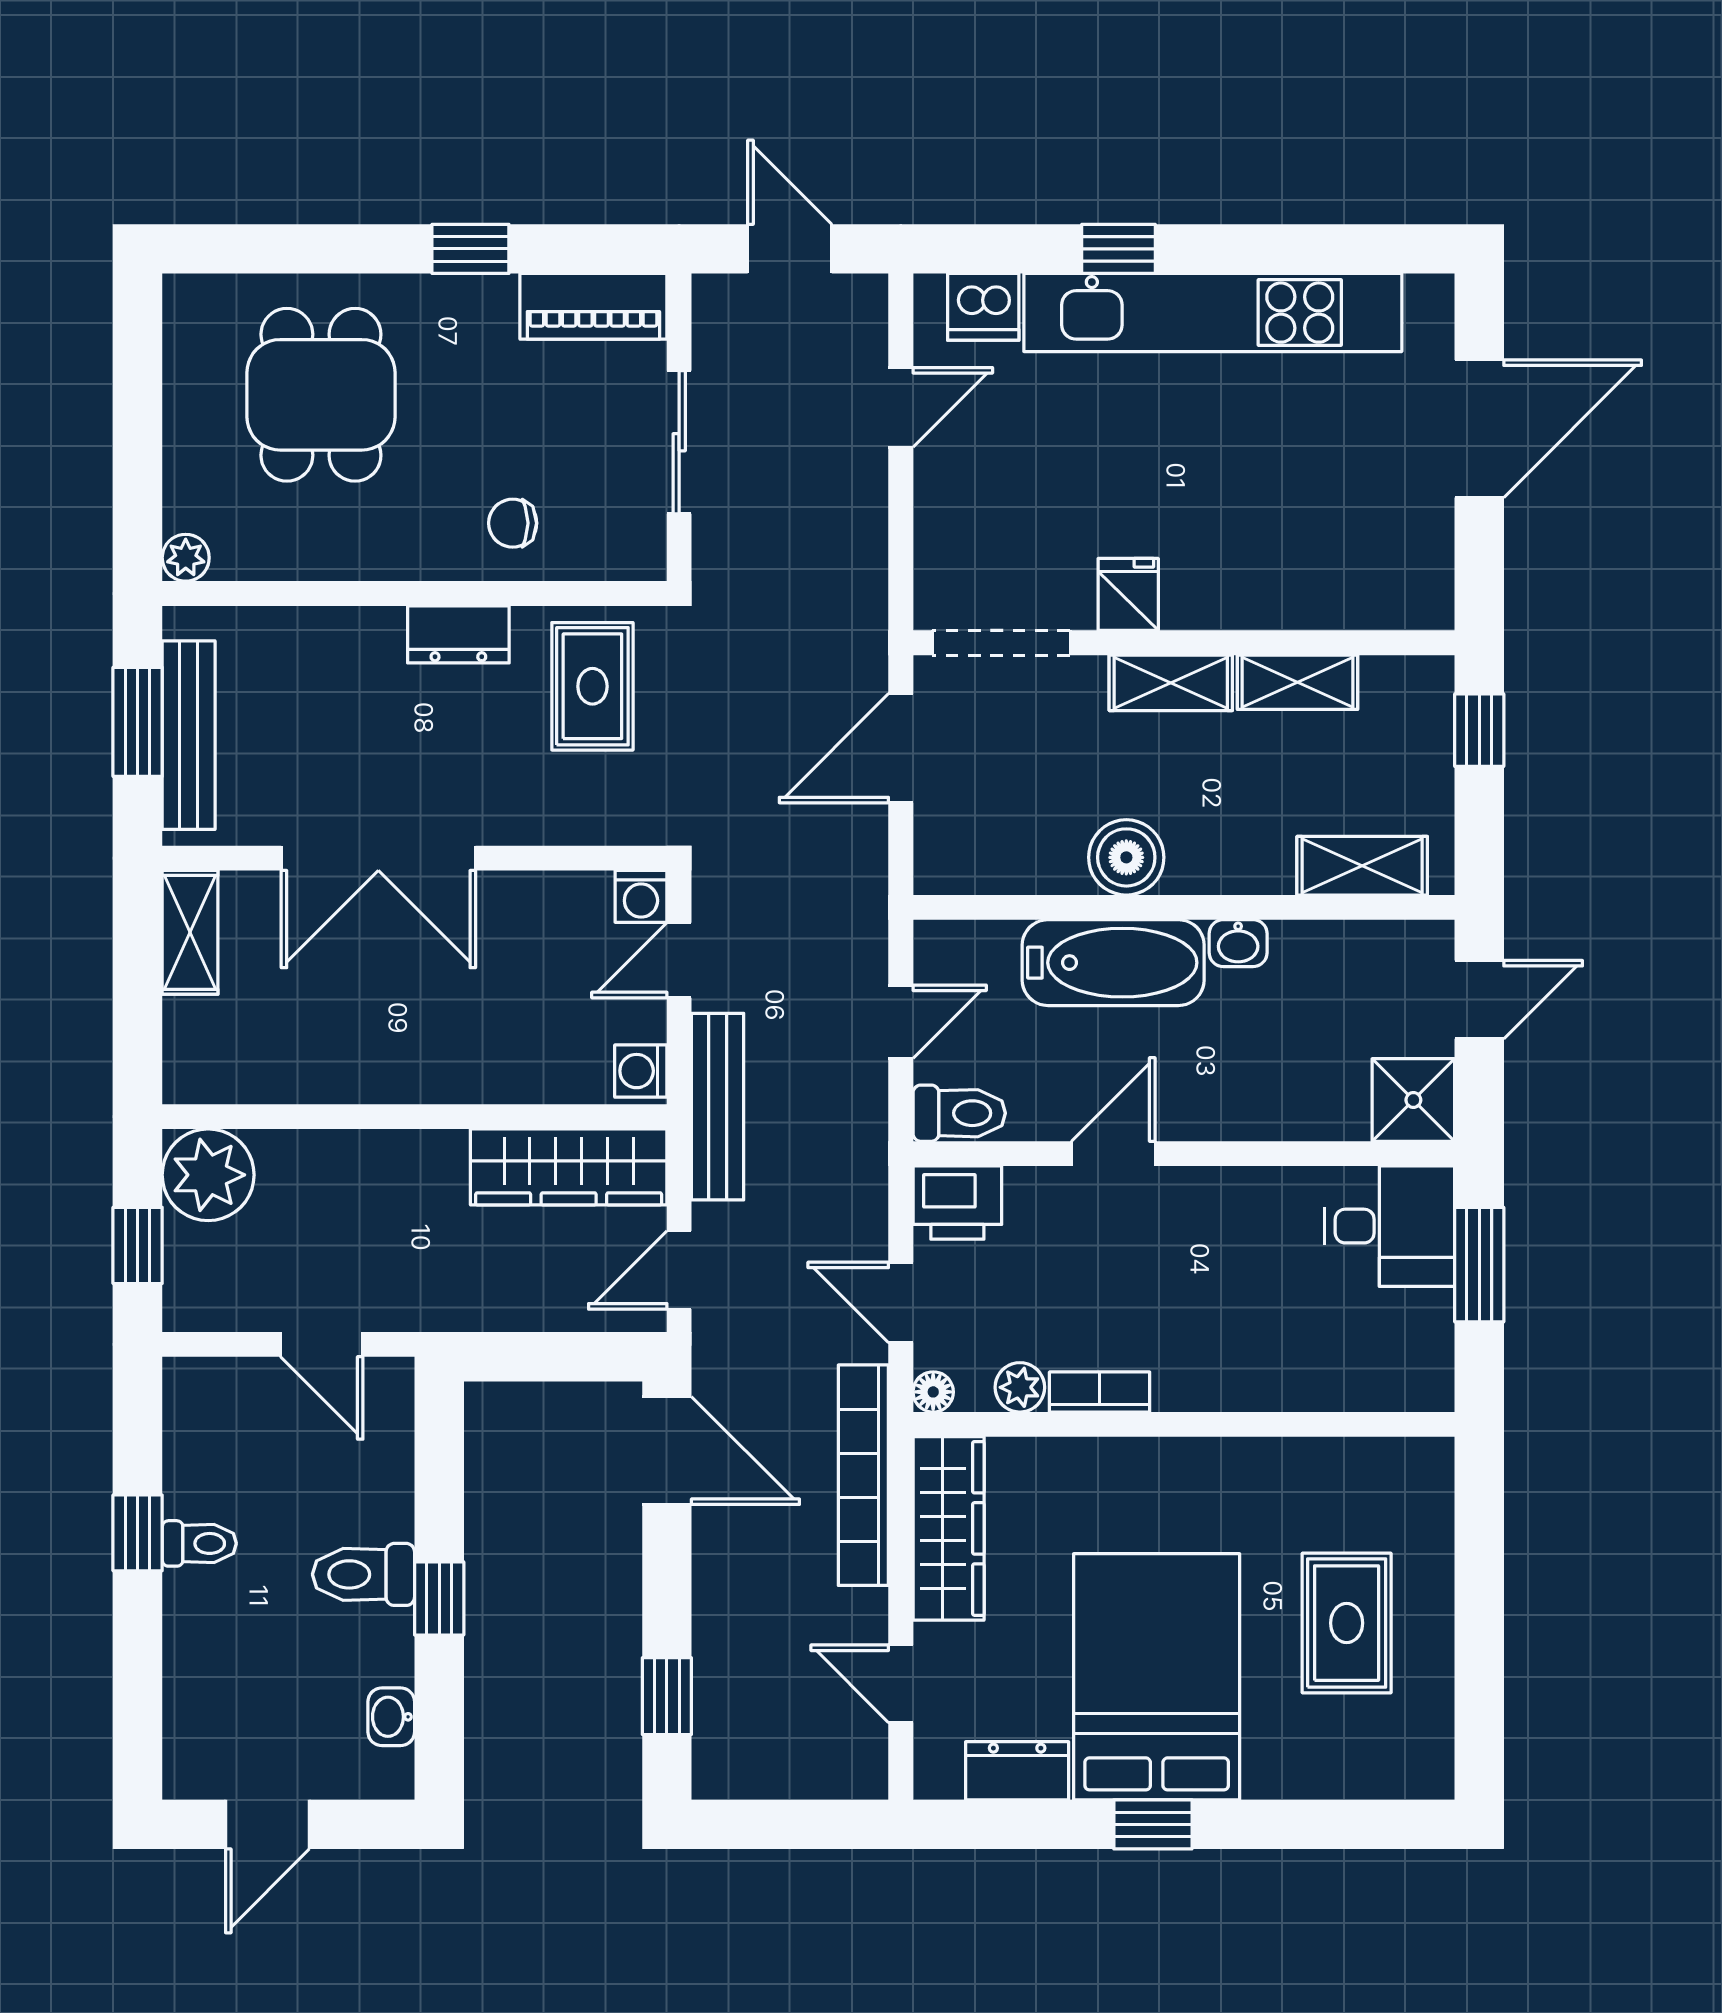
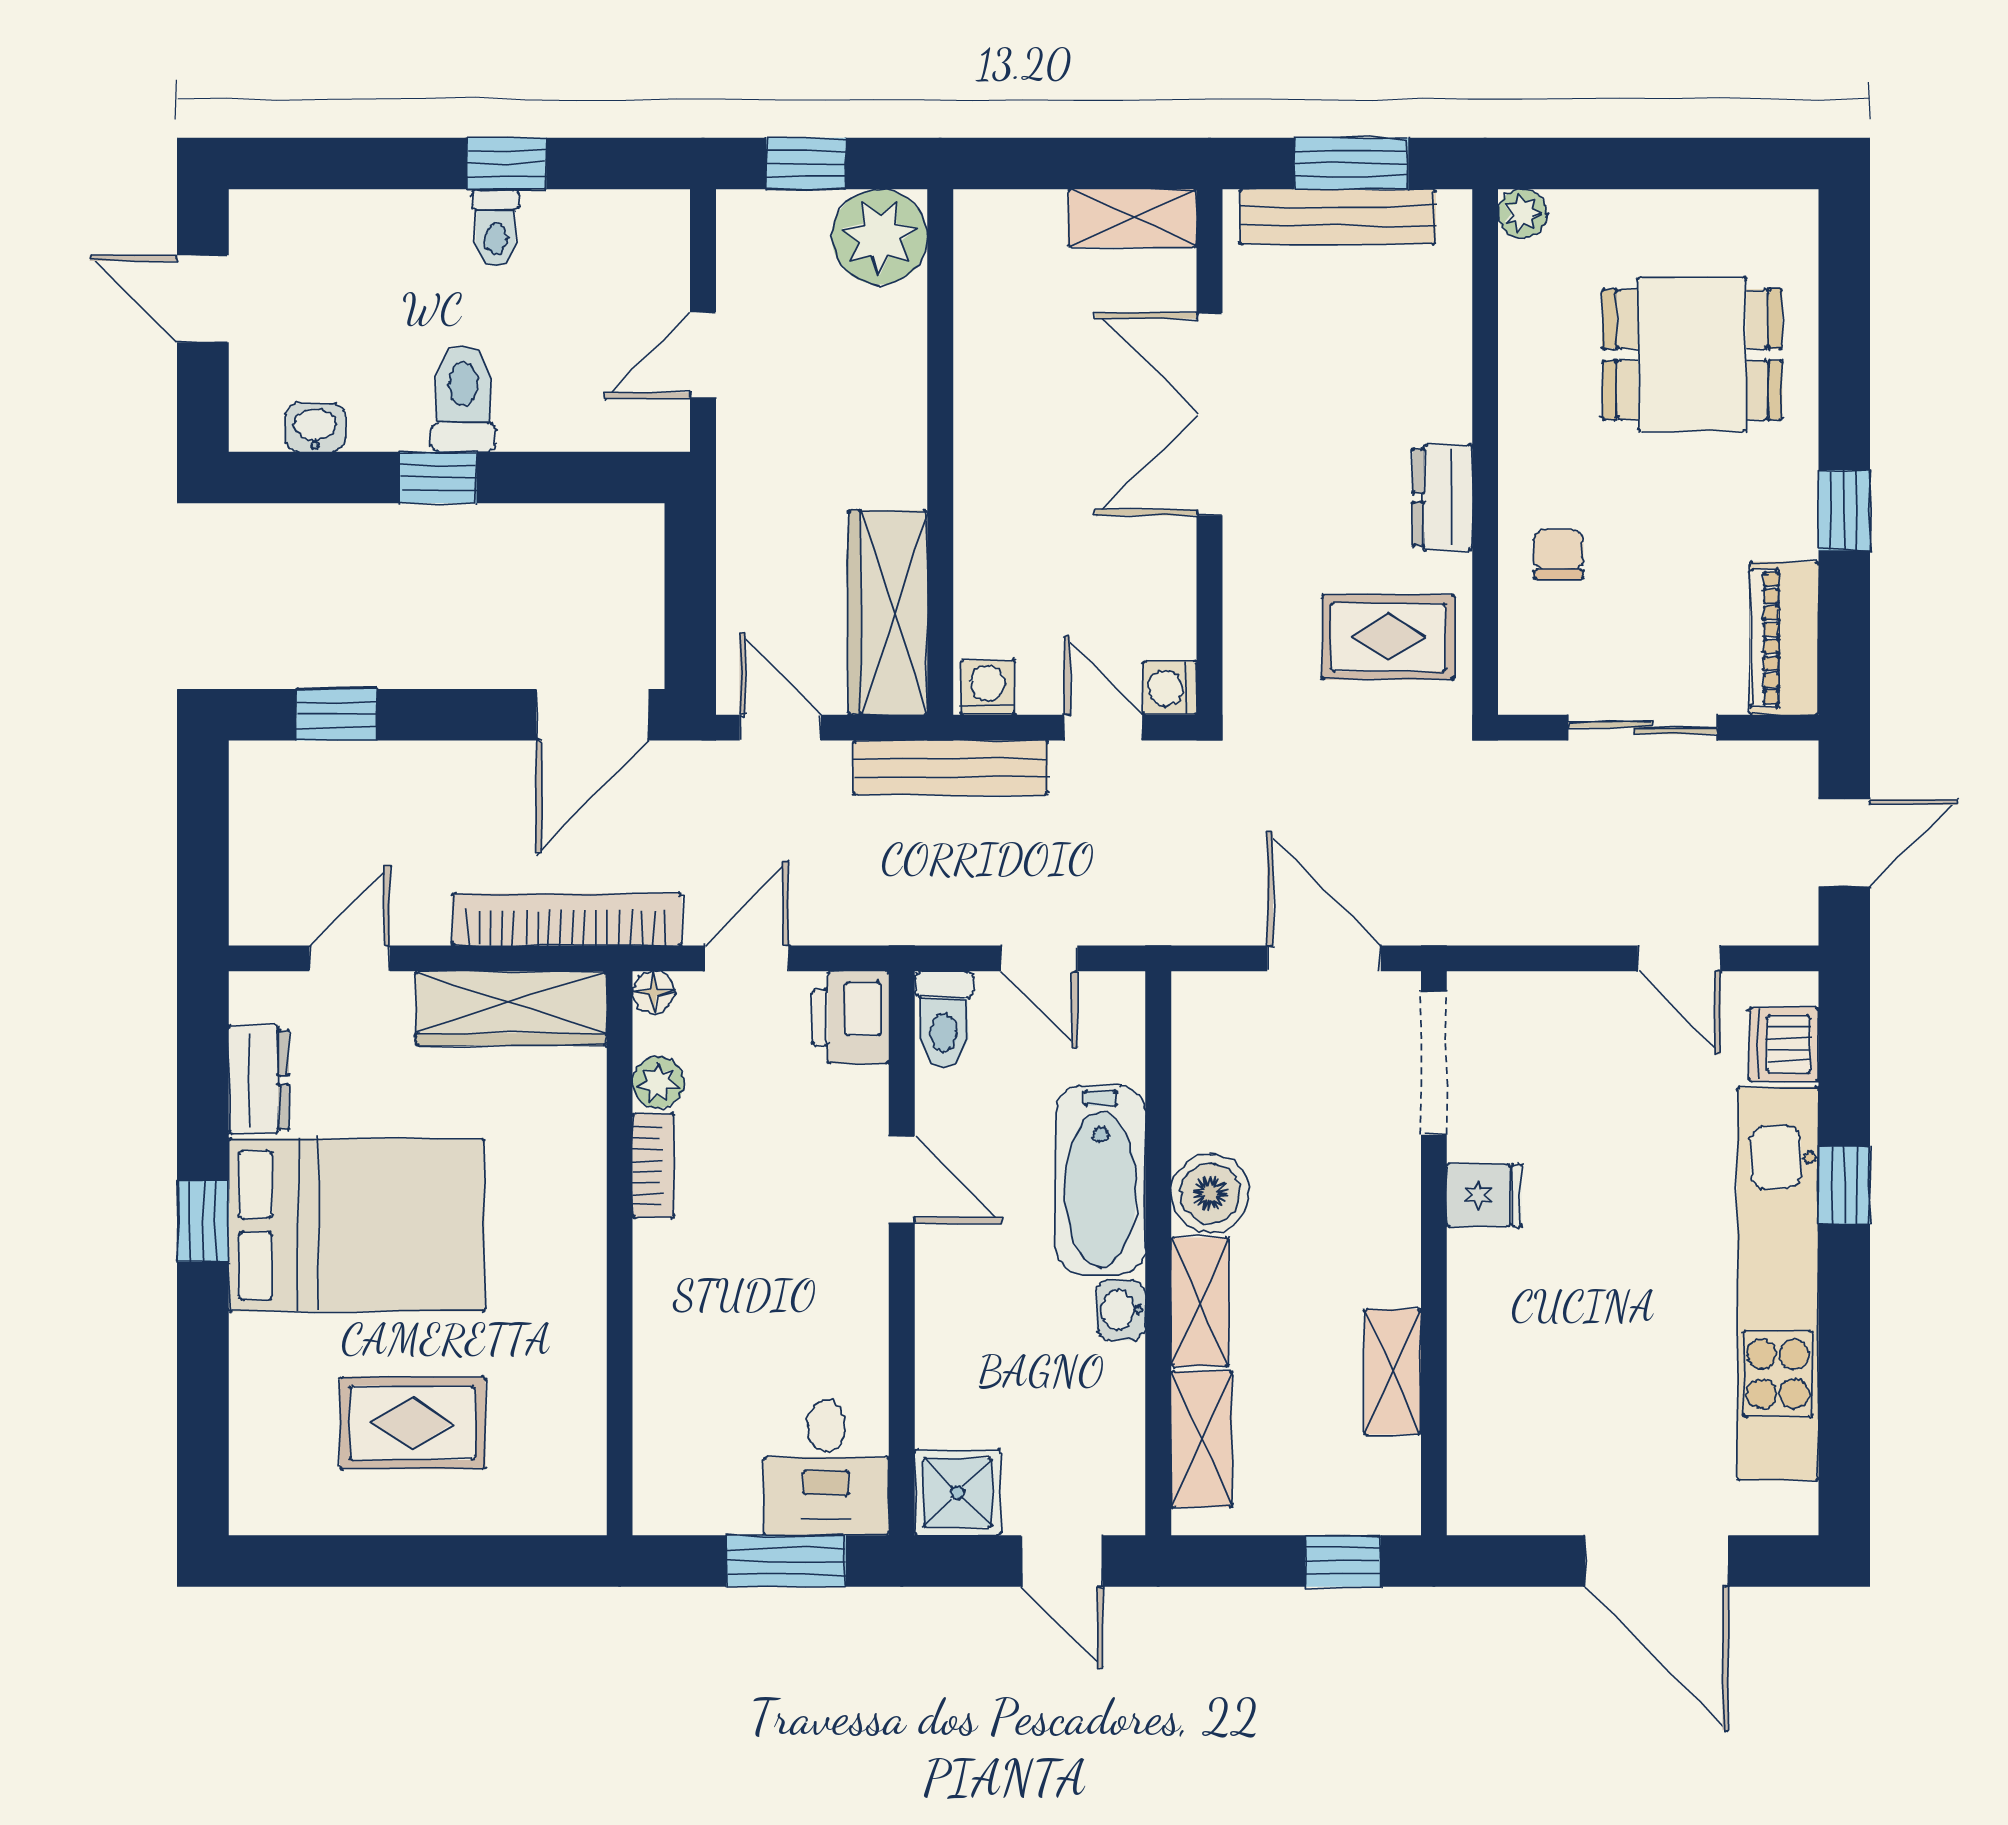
shelving: (1171, 683) -> (1200, 1302), moved

